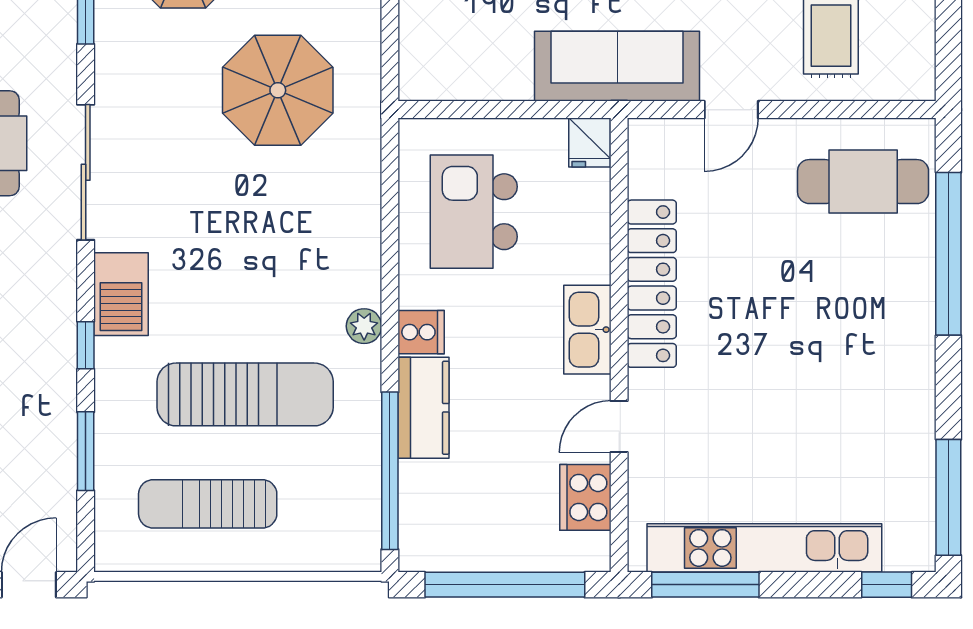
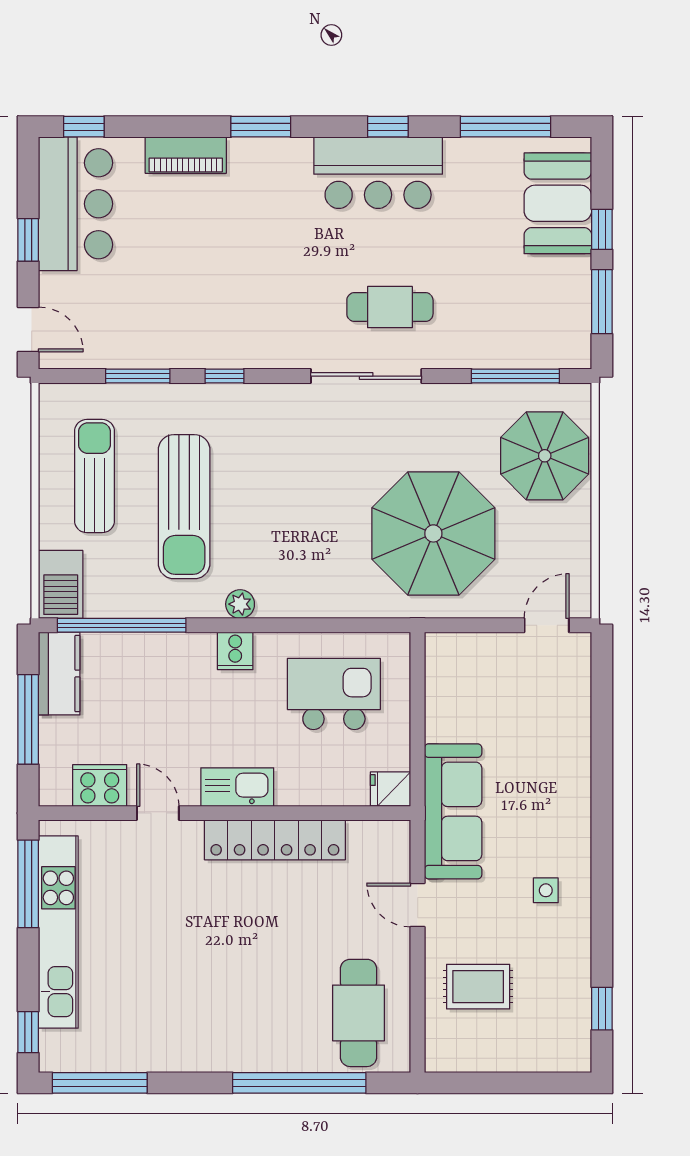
parasol: (278, 90) -> (433, 533), width x1.36, depth x1.36
barbecue: (121, 294) -> (61, 584), moved, turned -90
kitchen counter: (424, 408) -> (59, 674), moved, turned -90
window: (505, 585) -> (28, 719), width x0.68

